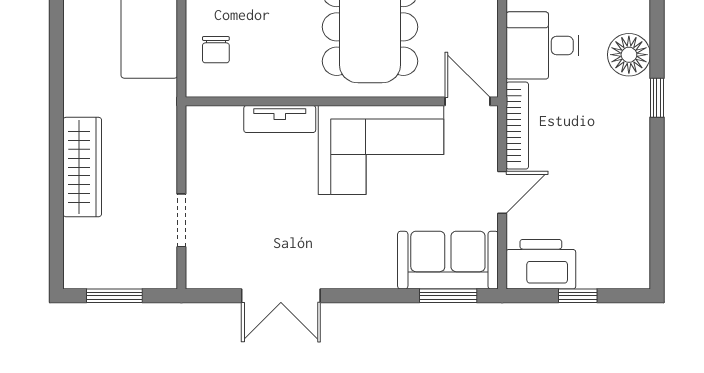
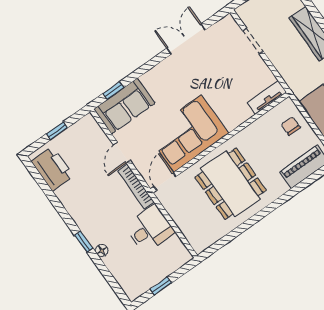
floor lamp: (629, 55) -> (102, 250), width x0.53, depth x0.53
door: (467, 101) -> (165, 181), swing flipped
tv unit: (280, 119) -> (267, 97), moved
printer: (541, 264) -> (52, 169), moved, turned -90
window: (448, 296) -> (113, 91), width x0.67

